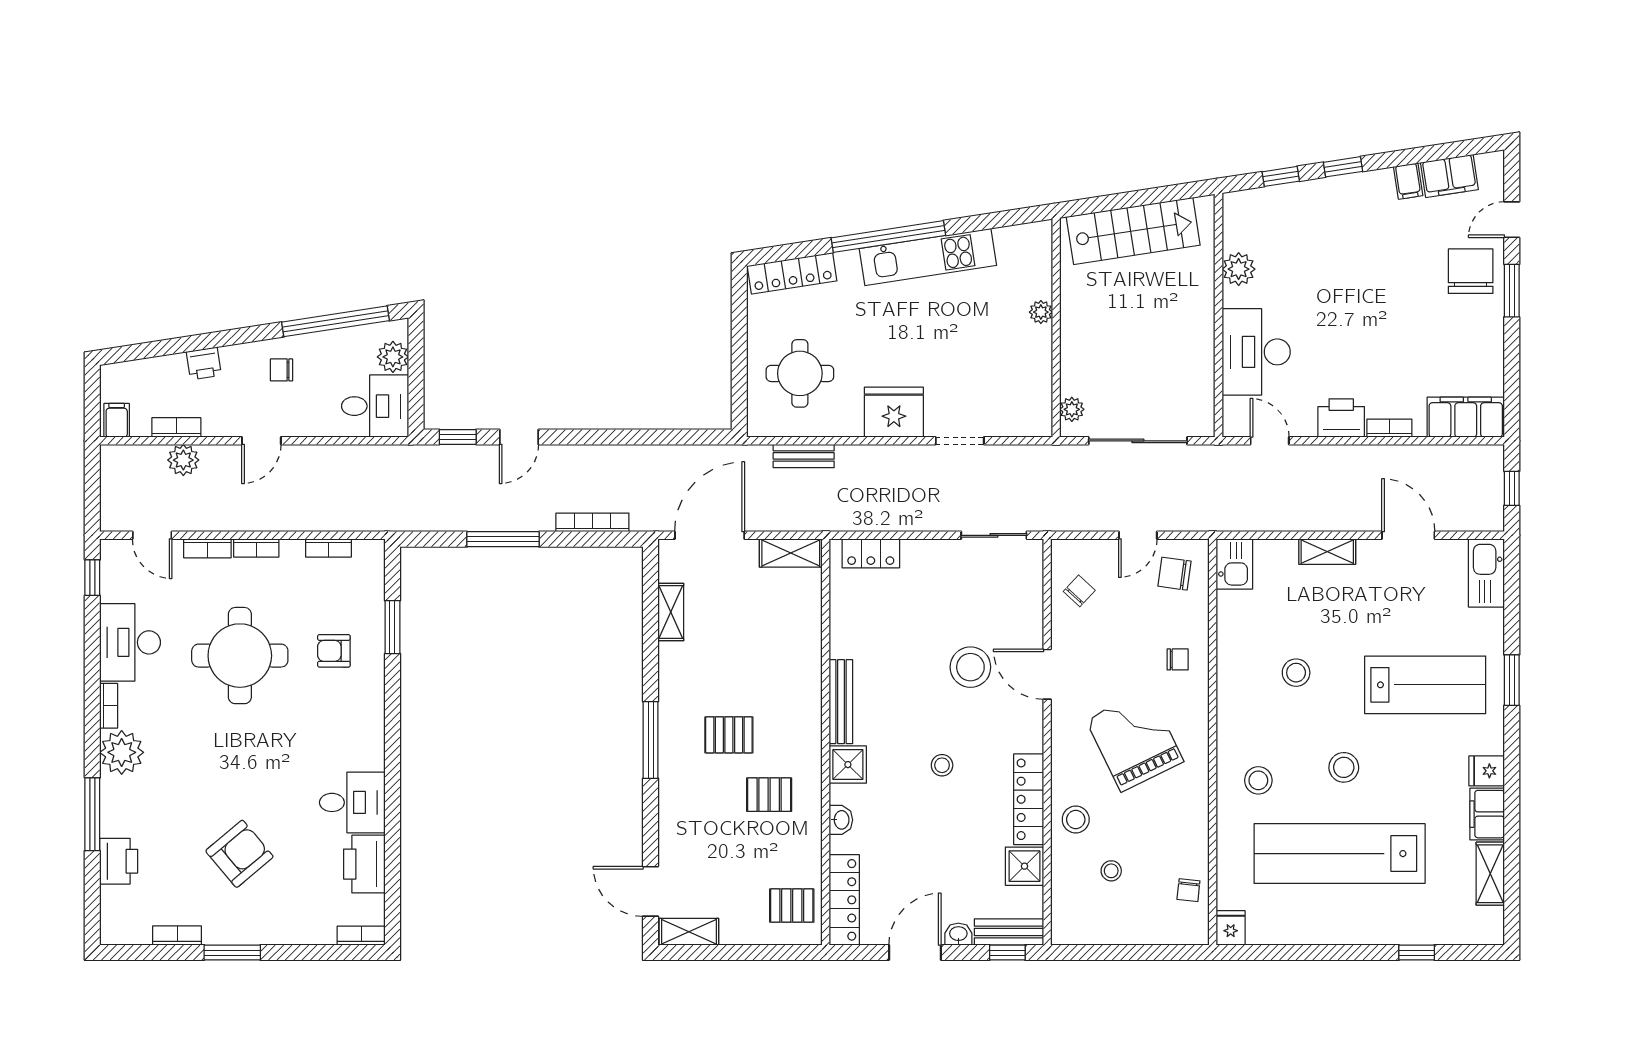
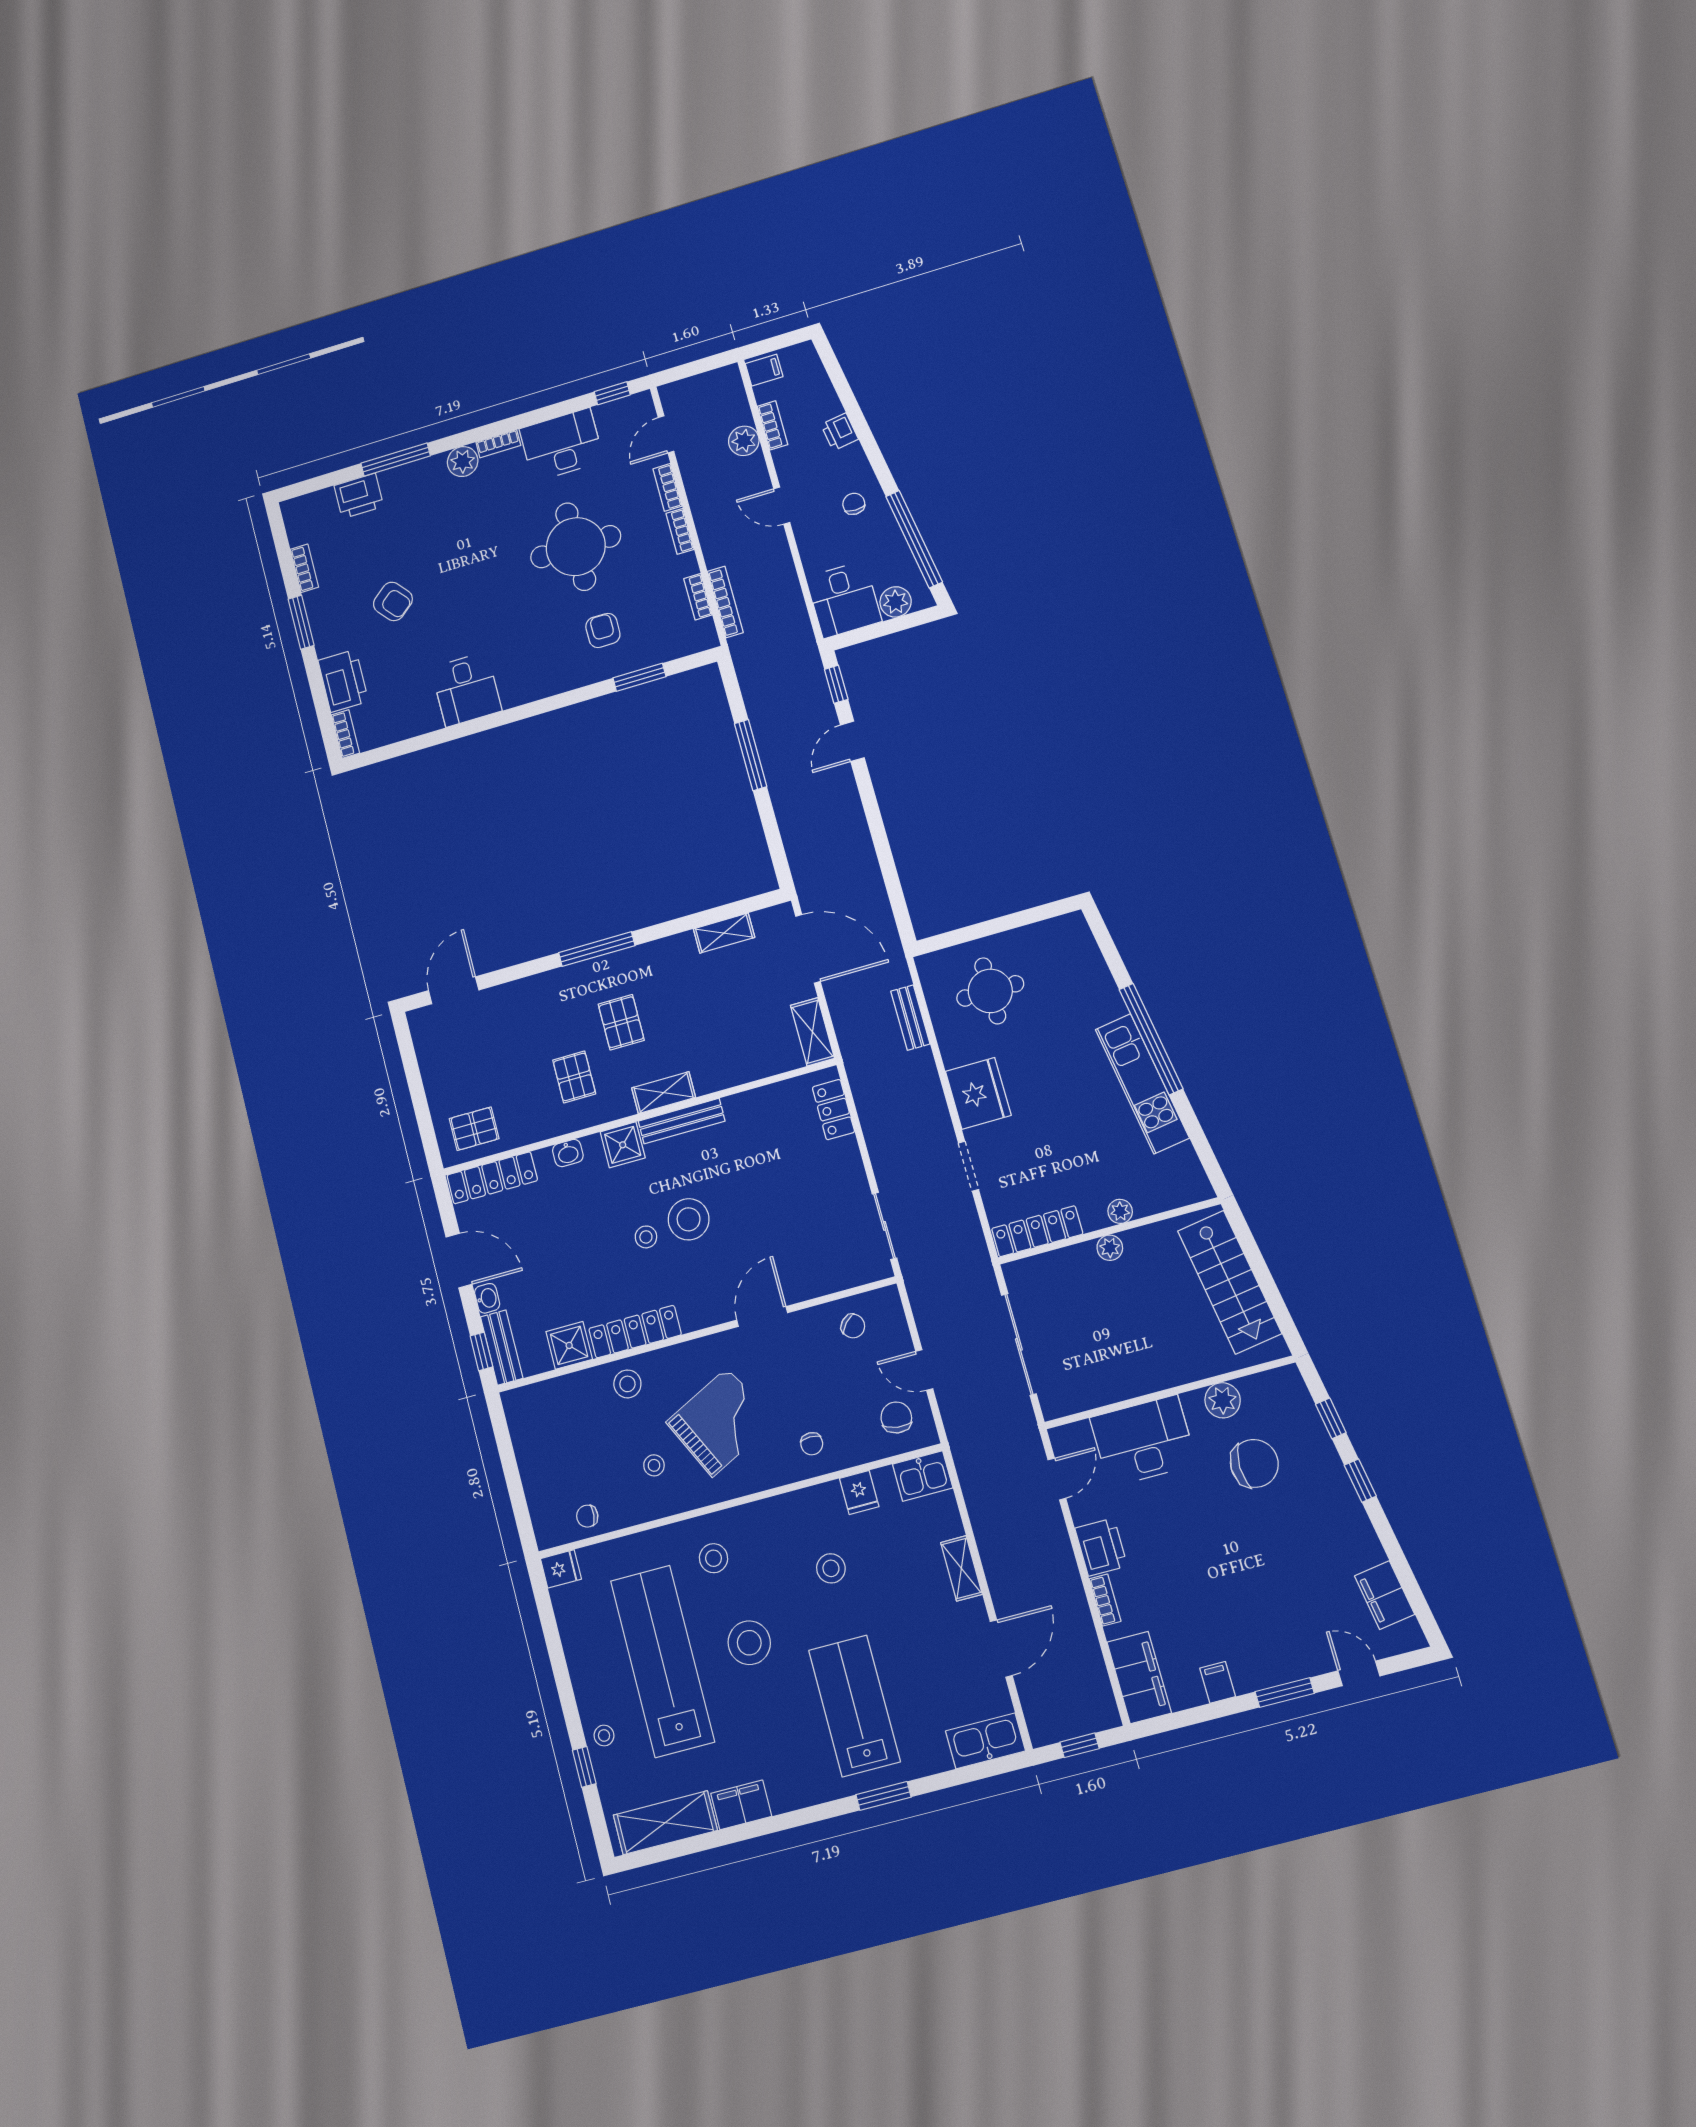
filing cabinet: (1408, 181) -> (1218, 1682), moved, turned 99
chair: (1471, 271) -> (1254, 1463), moved
locker: (792, 273) -> (1037, 1231), moved, turned 99
plant: (1072, 409) -> (1110, 1248), moved
door: (519, 437) -> (852, 741), hinge flipped
bookcase: (592, 522) -> (725, 602), moved
stool: (970, 667) -> (689, 1219), moved
lab bench: (1425, 685) -> (854, 1706), turned 180
plant: (122, 752) -> (463, 462), width x0.73, depth x0.73
stool: (1344, 767) -> (749, 1643), width x1.38, depth x1.38
fridge: (1487, 771) -> (859, 1492), moved, turned 180
armchair: (239, 854) -> (393, 601), width x0.72, depth x0.72
printer: (364, 864) -> (343, 681), moved, turned 90
stool: (1111, 871) -> (654, 1465), moved
shelving: (1490, 874) -> (665, 1823), width x1.50, depth x1.33
pallet: (792, 906) -> (474, 1129), turned 90
stool: (1393, 926) -> (604, 1736), added
shelving: (689, 932) -> (664, 1093), moved, turned 90

